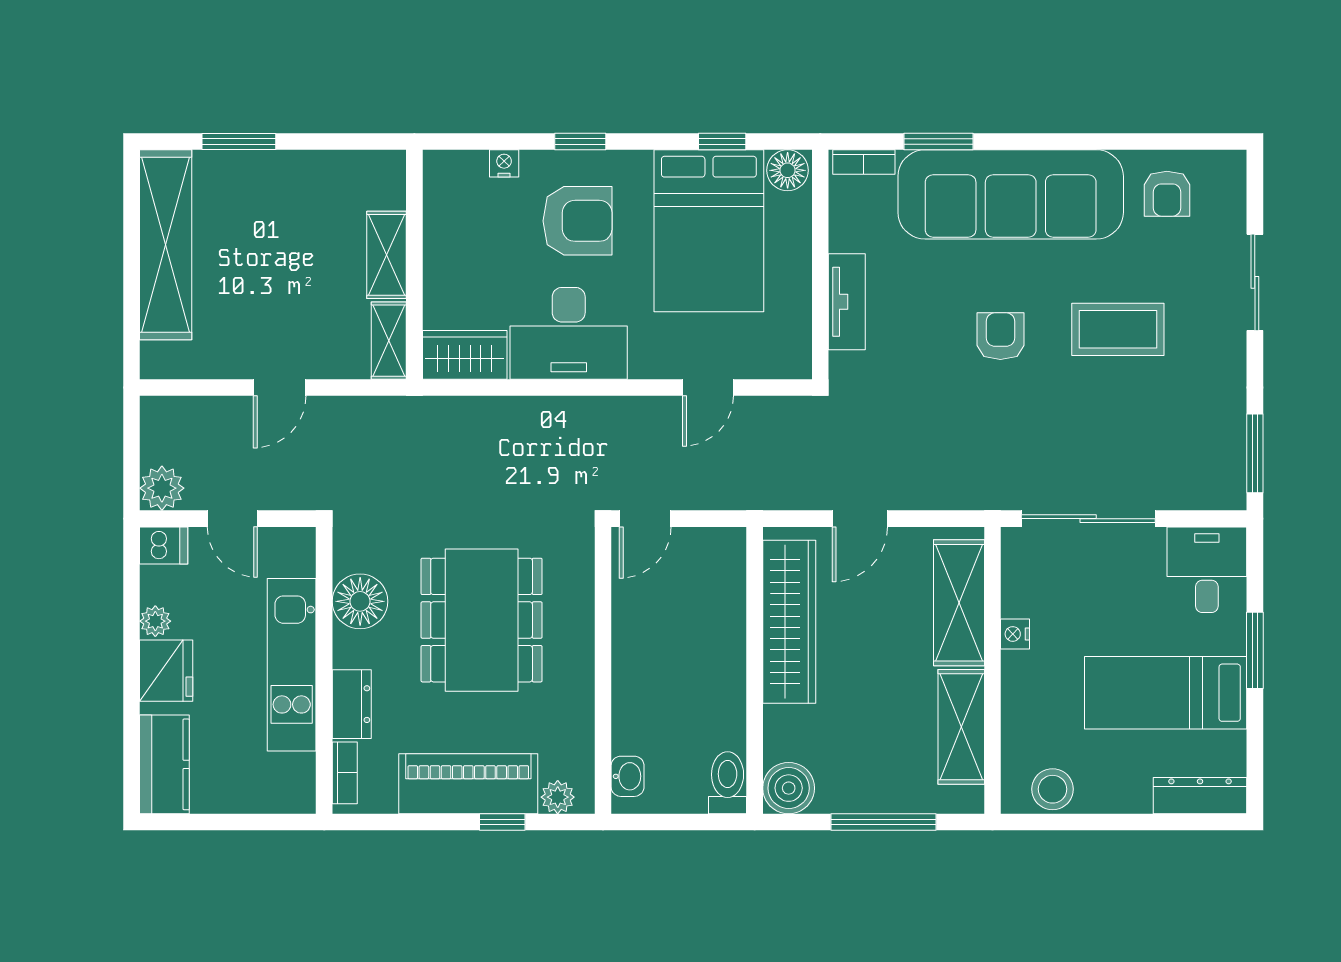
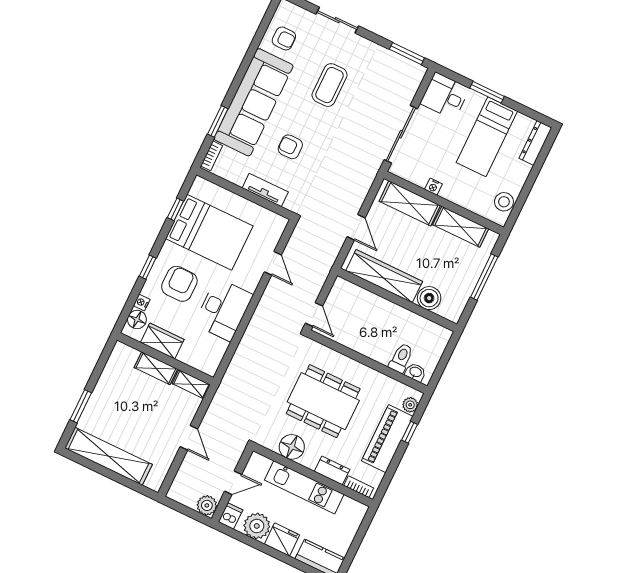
floor lamp: (788, 170) -> (137, 319), moved
armchair: (1000, 336) -> (290, 147), moved
wardrobe: (465, 355) -> (162, 341), moved, turned 90
plant: (155, 621) -> (257, 526), width x1.87, depth x1.87
toilet: (728, 783) -> (401, 358), moved, turned 90
boiler: (789, 788) -> (429, 298), moved

